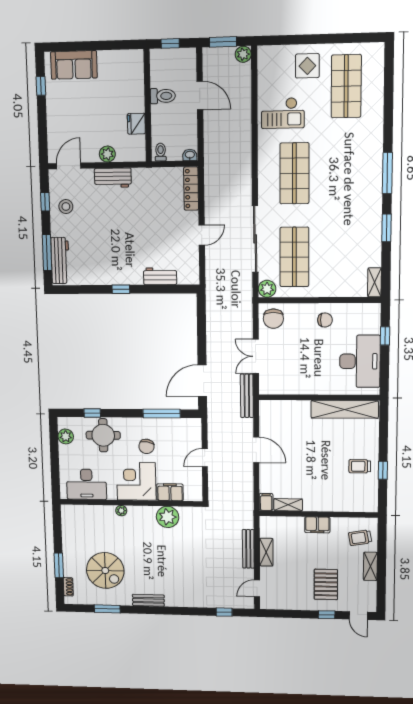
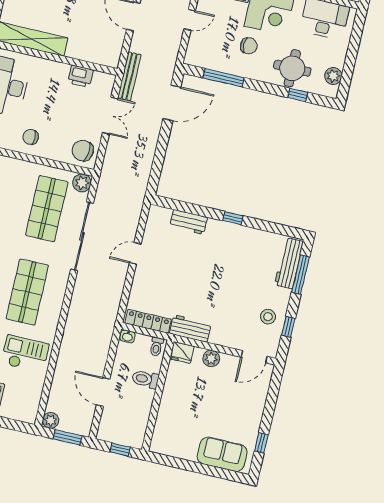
toilet: (163, 96) -> (145, 379), moved
fridge: (136, 124) -> (182, 352), moved, turned 90
workbench: (113, 178) -> (190, 328), moved
locker: (191, 189) -> (148, 321), moved, turned -90
chair: (273, 319) -> (83, 151), turned -85
printer: (291, 386) -> (81, 76), added
chair: (146, 446) -> (249, 46), turned 81

